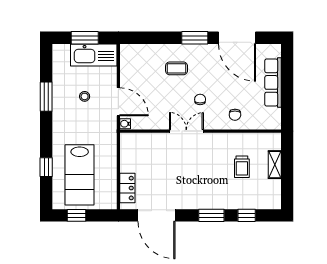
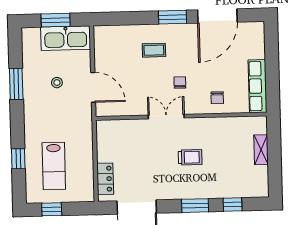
door: (237, 38) -> (217, 16), hinge flipped
row of seats: (273, 82) -> (257, 86), moved
water cooler: (125, 124) -> (101, 110), removed
trolley: (242, 167) -> (190, 157), moved, turned -90
lab bench: (80, 175) -> (54, 166), width x0.73, depth x0.72

